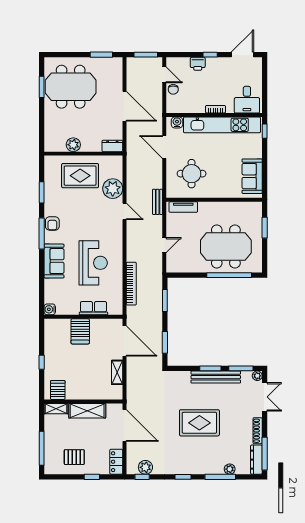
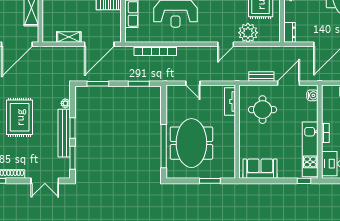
kitchen unit: (222, 125) -> (310, 149), width x0.73
bench: (158, 202) -> (261, 76), moved
plant: (257, 376) -> (65, 103), moved

